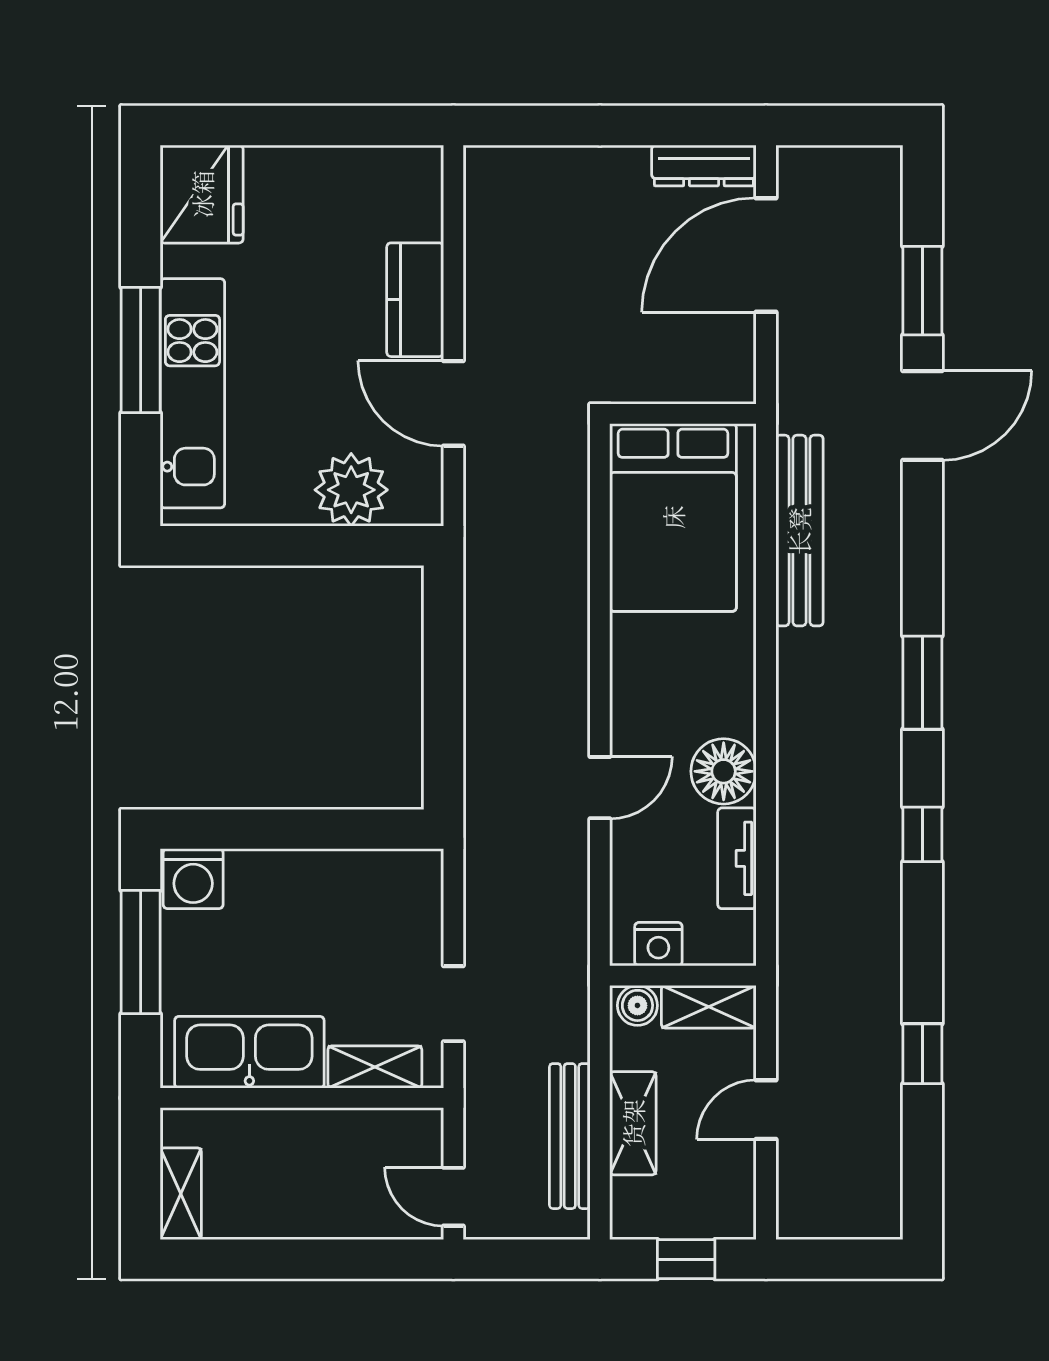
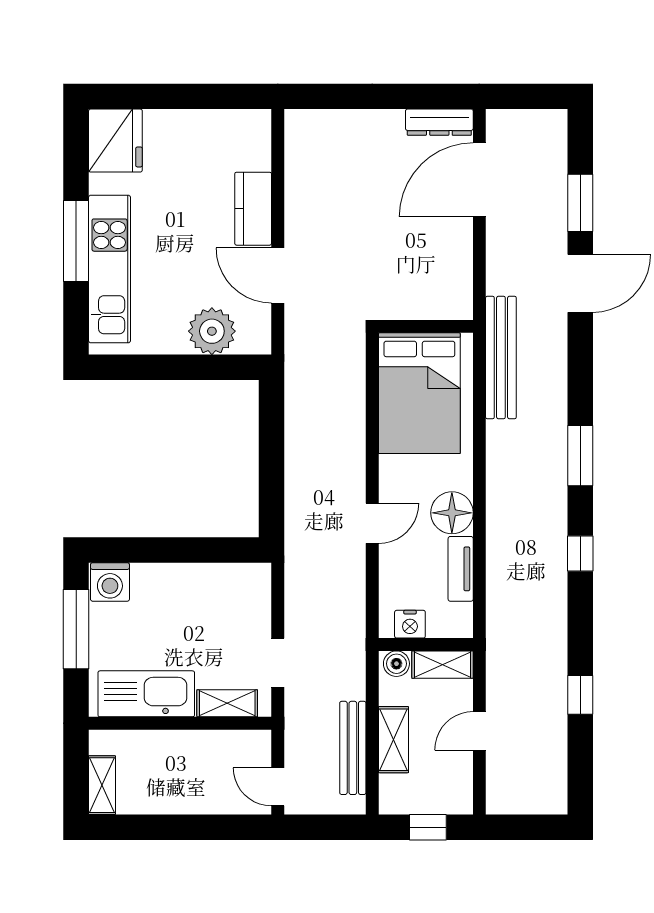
wall: (683, 414) -> (426, 326), moved
bed: (673, 517) -> (419, 393), moved

